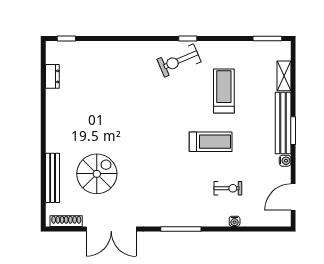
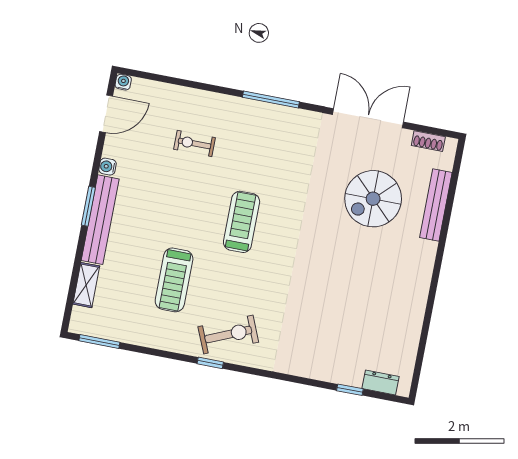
window: (66, 38) -> (350, 390), moved
dresser: (52, 76) -> (381, 382), moved, turned 90
treadmill: (211, 142) -> (242, 222), moved, turned 90
shoe rack: (66, 221) -> (428, 141), width x0.70
water cooler: (235, 221) -> (123, 82), moved

